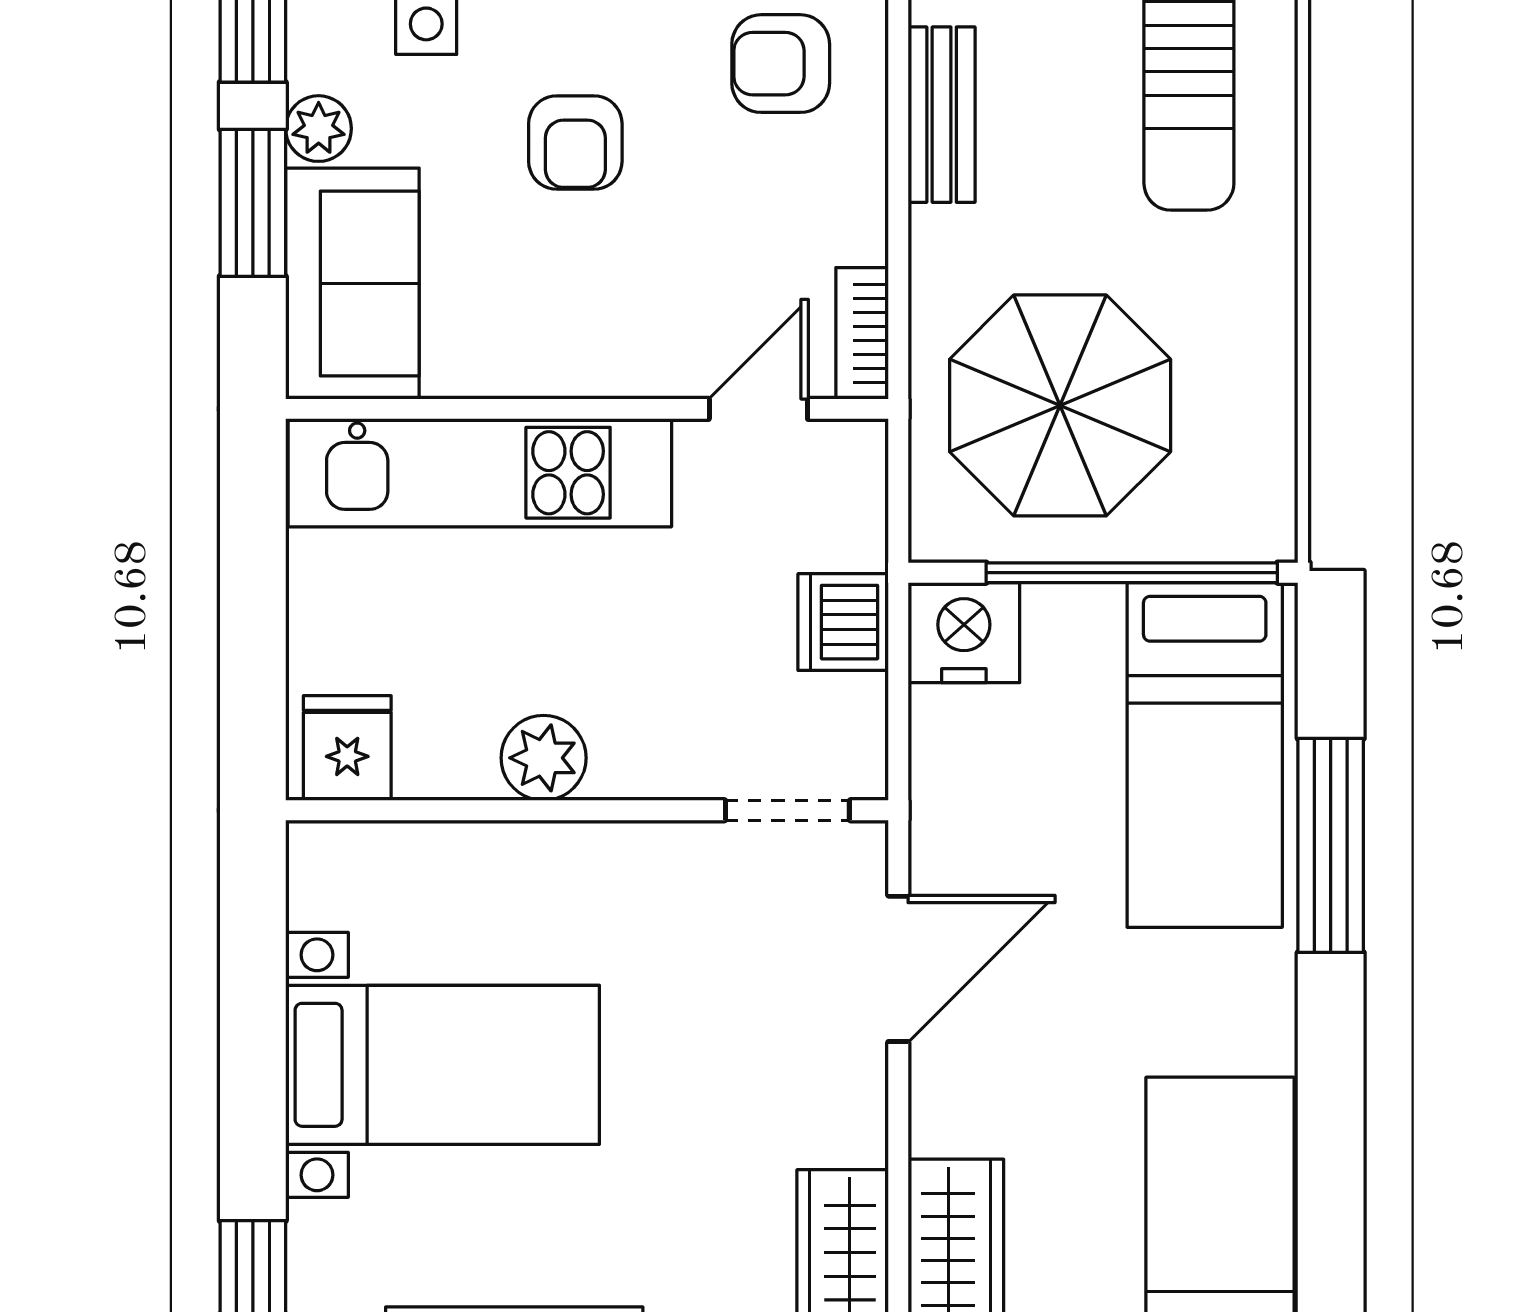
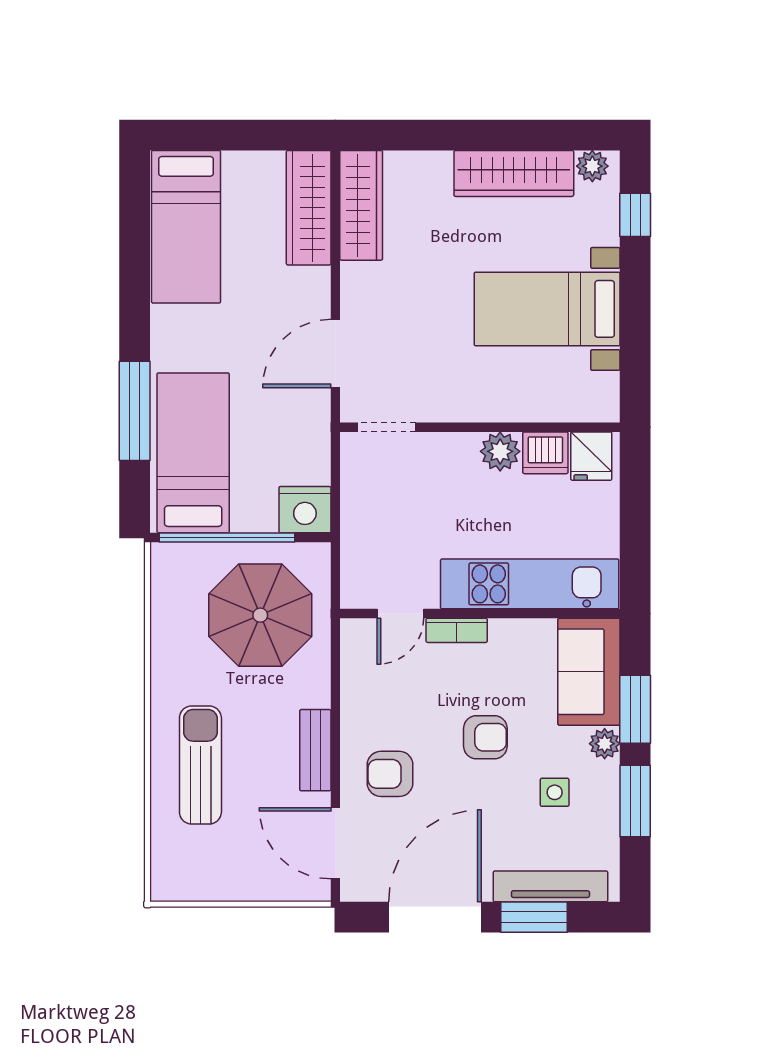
armchair: (781, 64) -> (390, 774), turned 180
armchair: (575, 143) -> (485, 737), turned 90
bookcase: (862, 333) -> (457, 630), moved, turned 90
dishwasher: (843, 622) -> (545, 453), moved, turned 90

